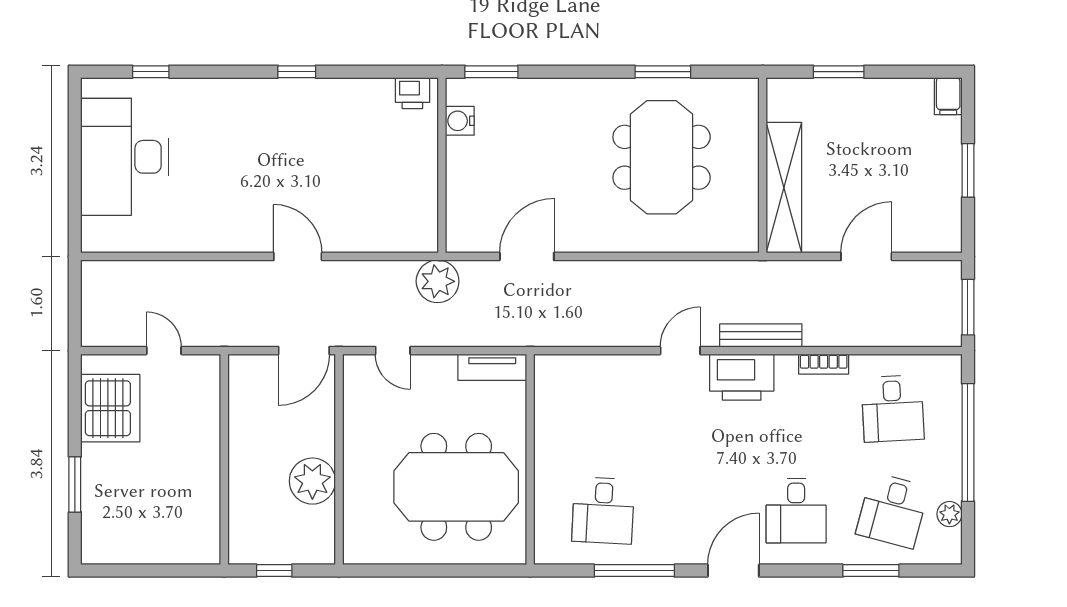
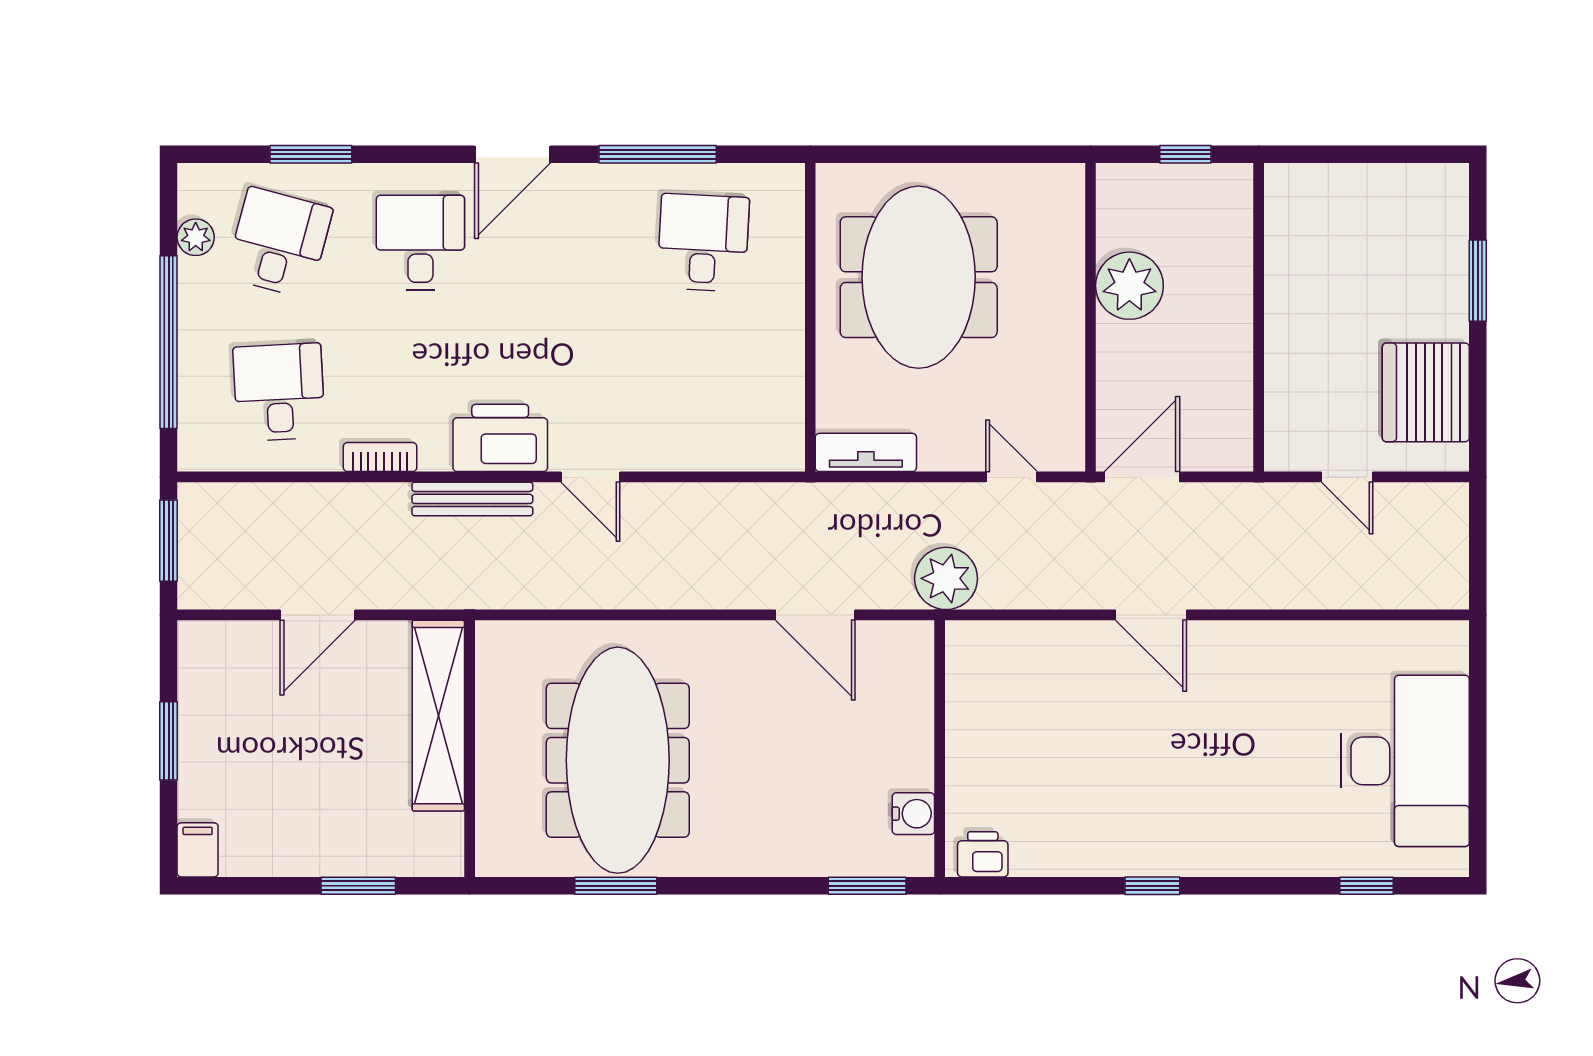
meeting table: (662, 157) -> (618, 760), width x1.36
door: (527, 256) -> (815, 615), hinge flipped
door: (680, 351) -> (590, 477), hinge flipped
meeting table: (456, 487) -> (919, 277), turned 90

